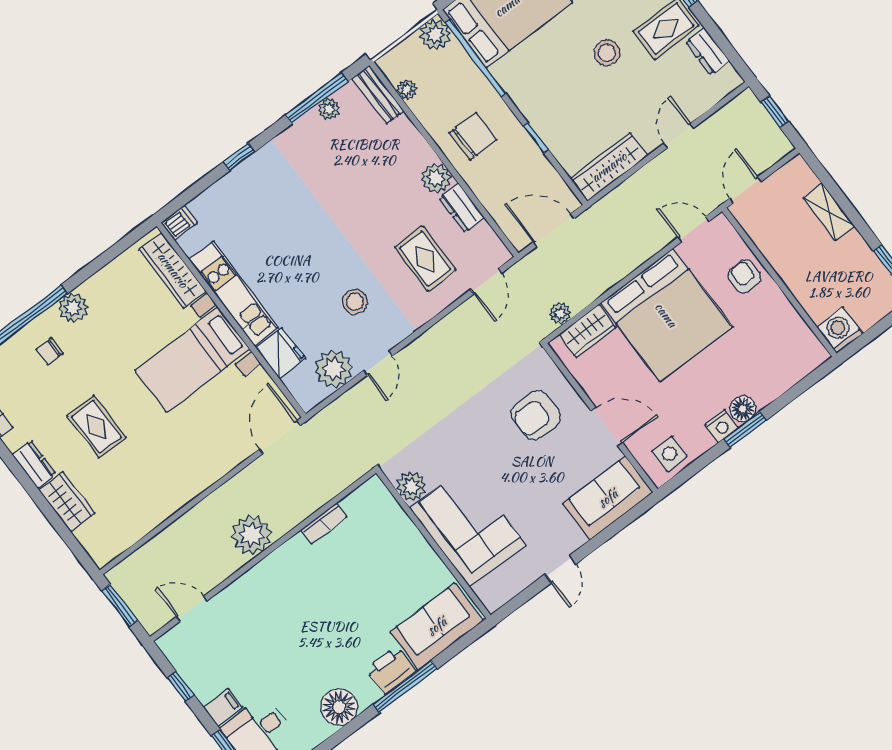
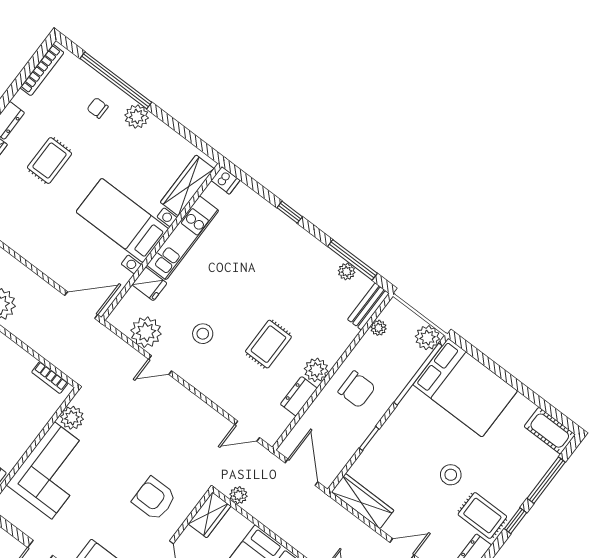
rug: (425, 259) -> (268, 344), moved
wardrobe: (587, 331) -> (209, 515), moved, turned -90
fridge: (281, 353) -> (149, 284), width x0.72
bookcase: (324, 523) -> (50, 377), moved

